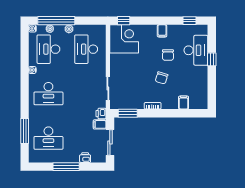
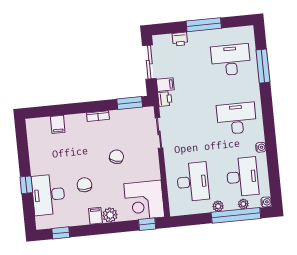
plant: (151, 30) -> (110, 215), added
chair: (162, 78) -> (116, 157), moved

